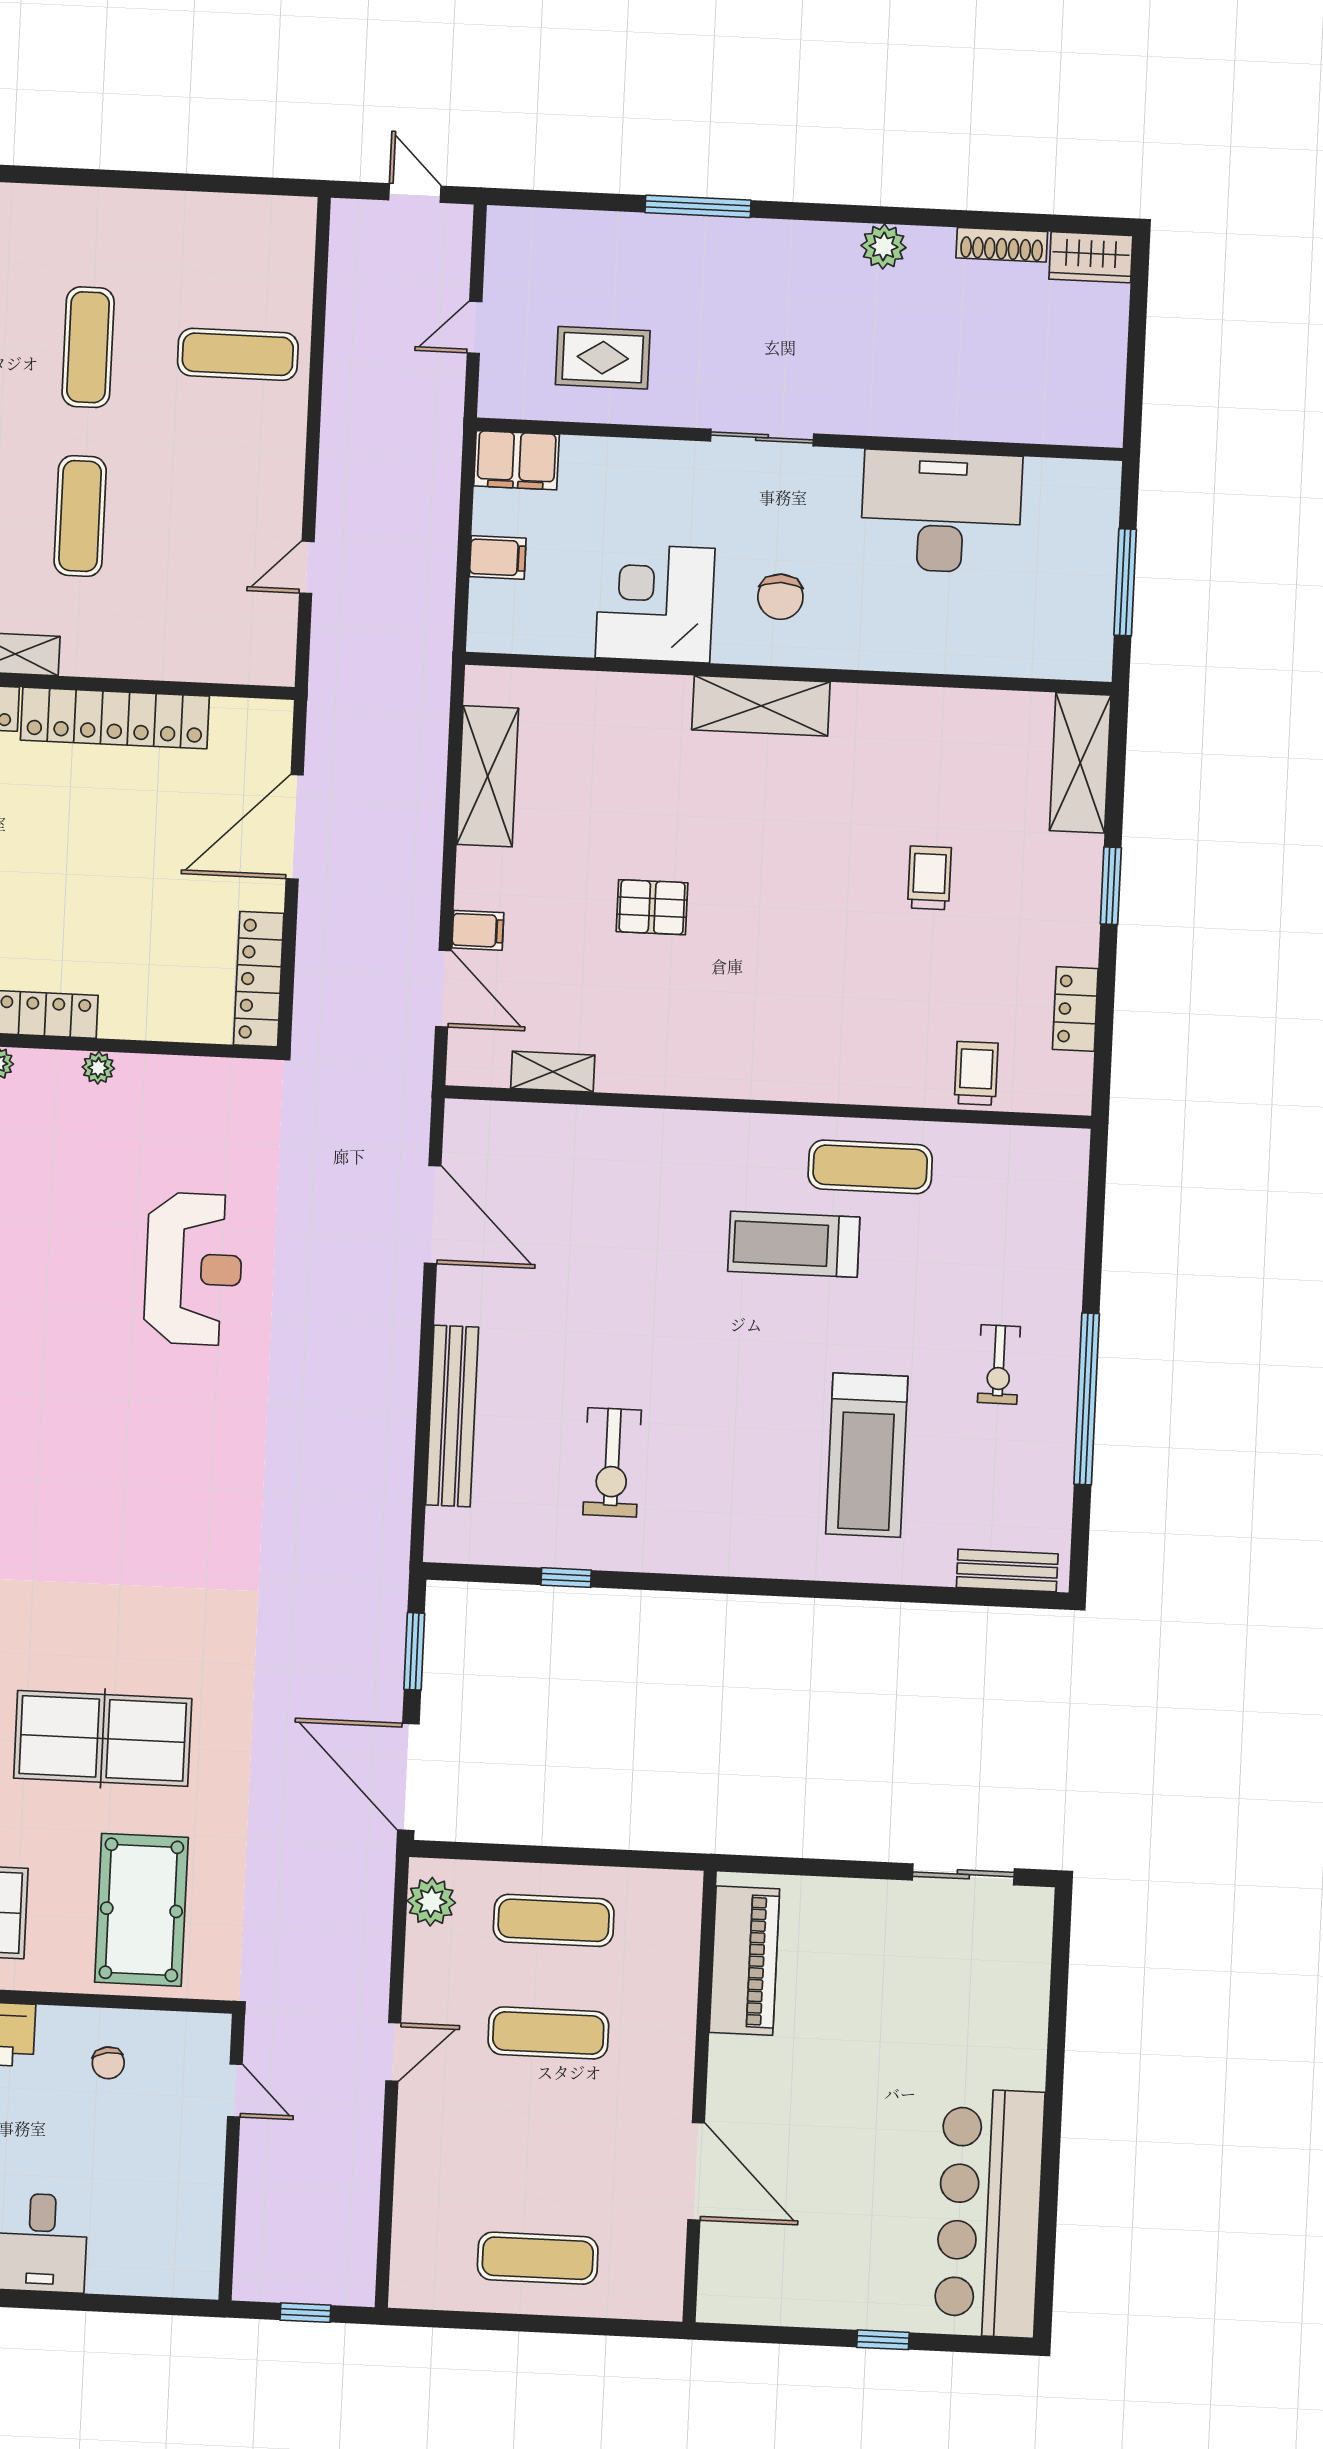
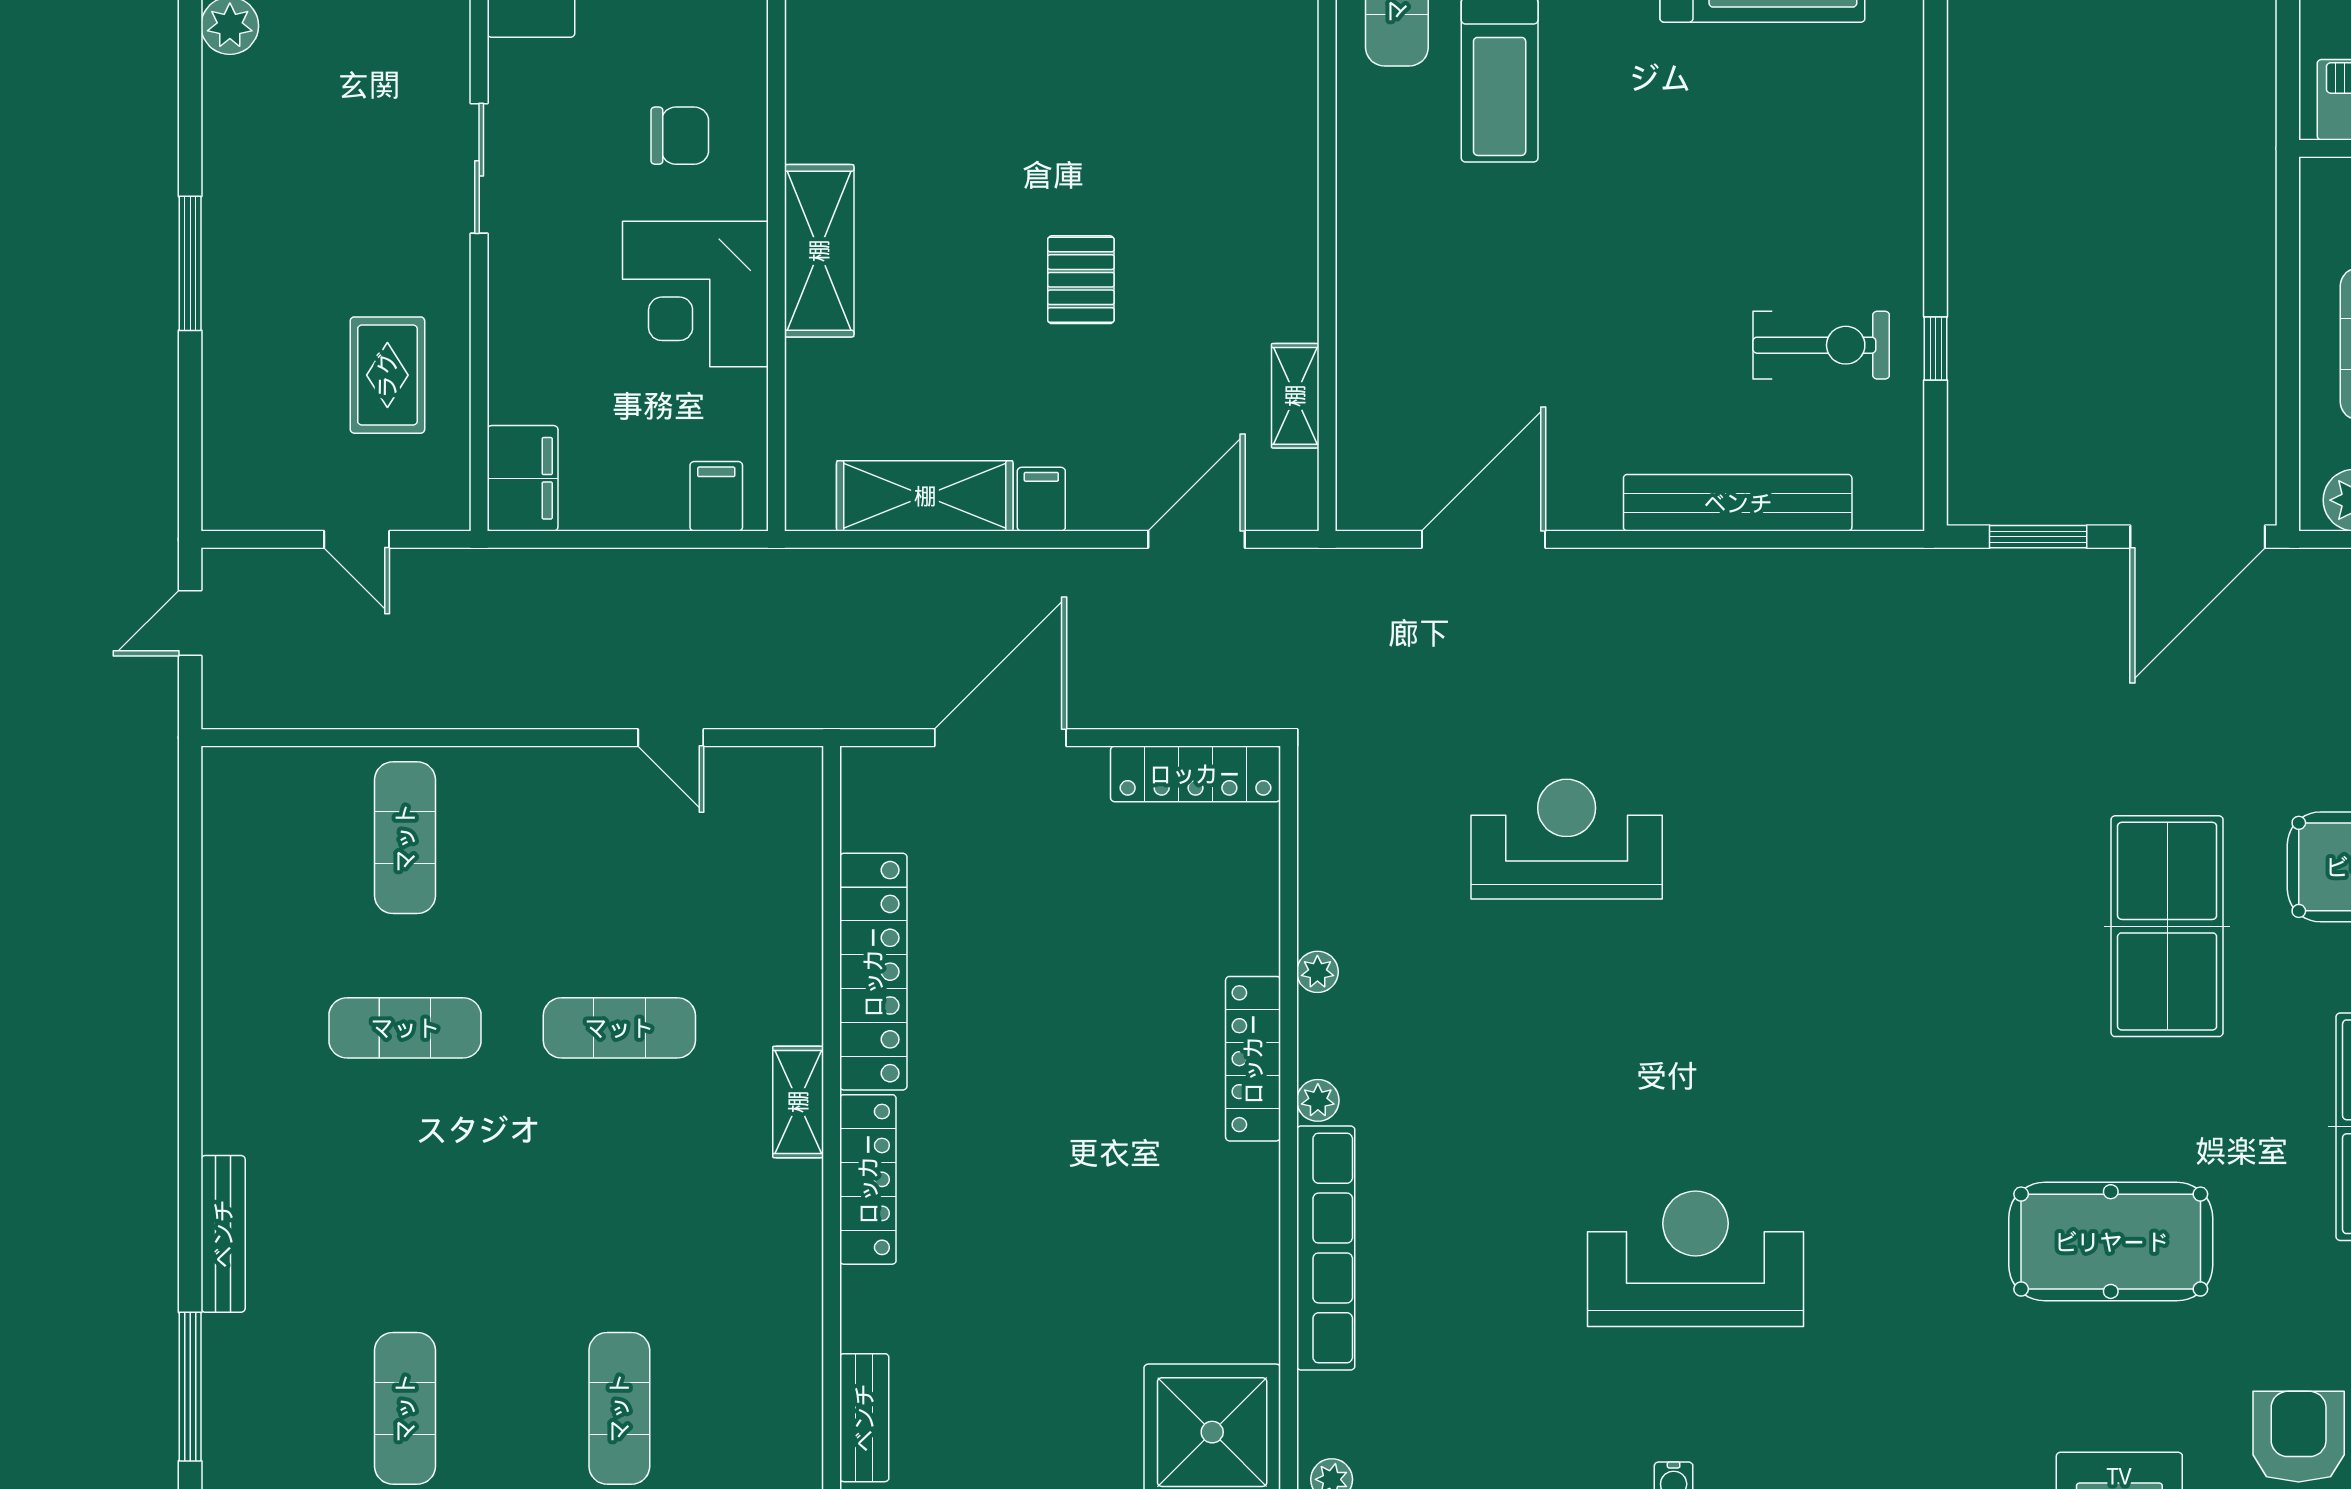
filing cabinet: (498, 557) -> (716, 496), moved
shelving: (761, 706) -> (819, 251), moved
door: (295, 827) -> (1000, 738), swing flipped
filing cabinet: (478, 930) -> (1041, 499), moved
exercise bike: (612, 1462) -> (1821, 345), moved

